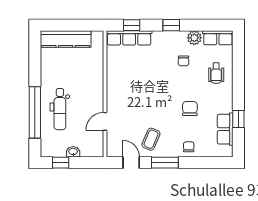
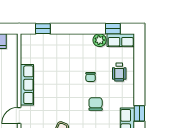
window: (171, 25) -> (113, 29), moved
row of seats: (129, 38) -> (27, 85), moved, turned -90
chair: (184, 61) -> (91, 77), moved

